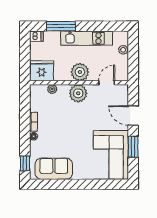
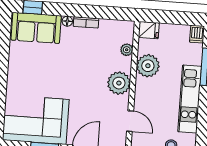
fridge: (42, 71) -> (149, 30), width x0.53, depth x0.75
plant: (80, 72) -> (148, 66), moved
sofa: (54, 169) -> (36, 28), moved, turned 90

